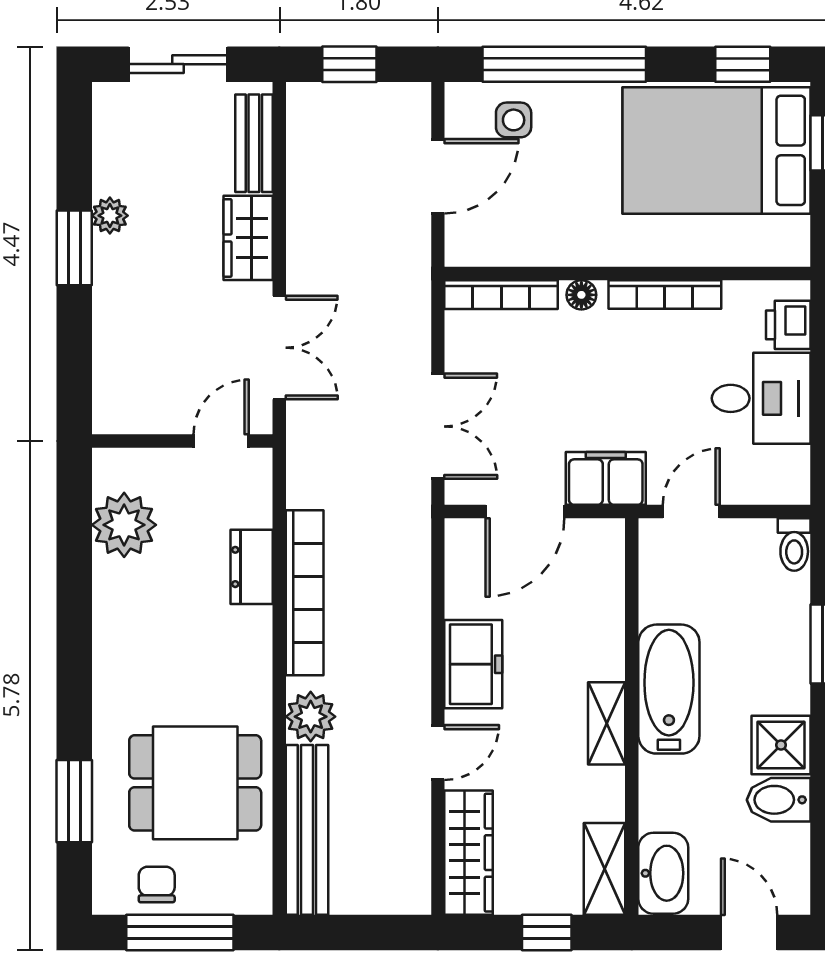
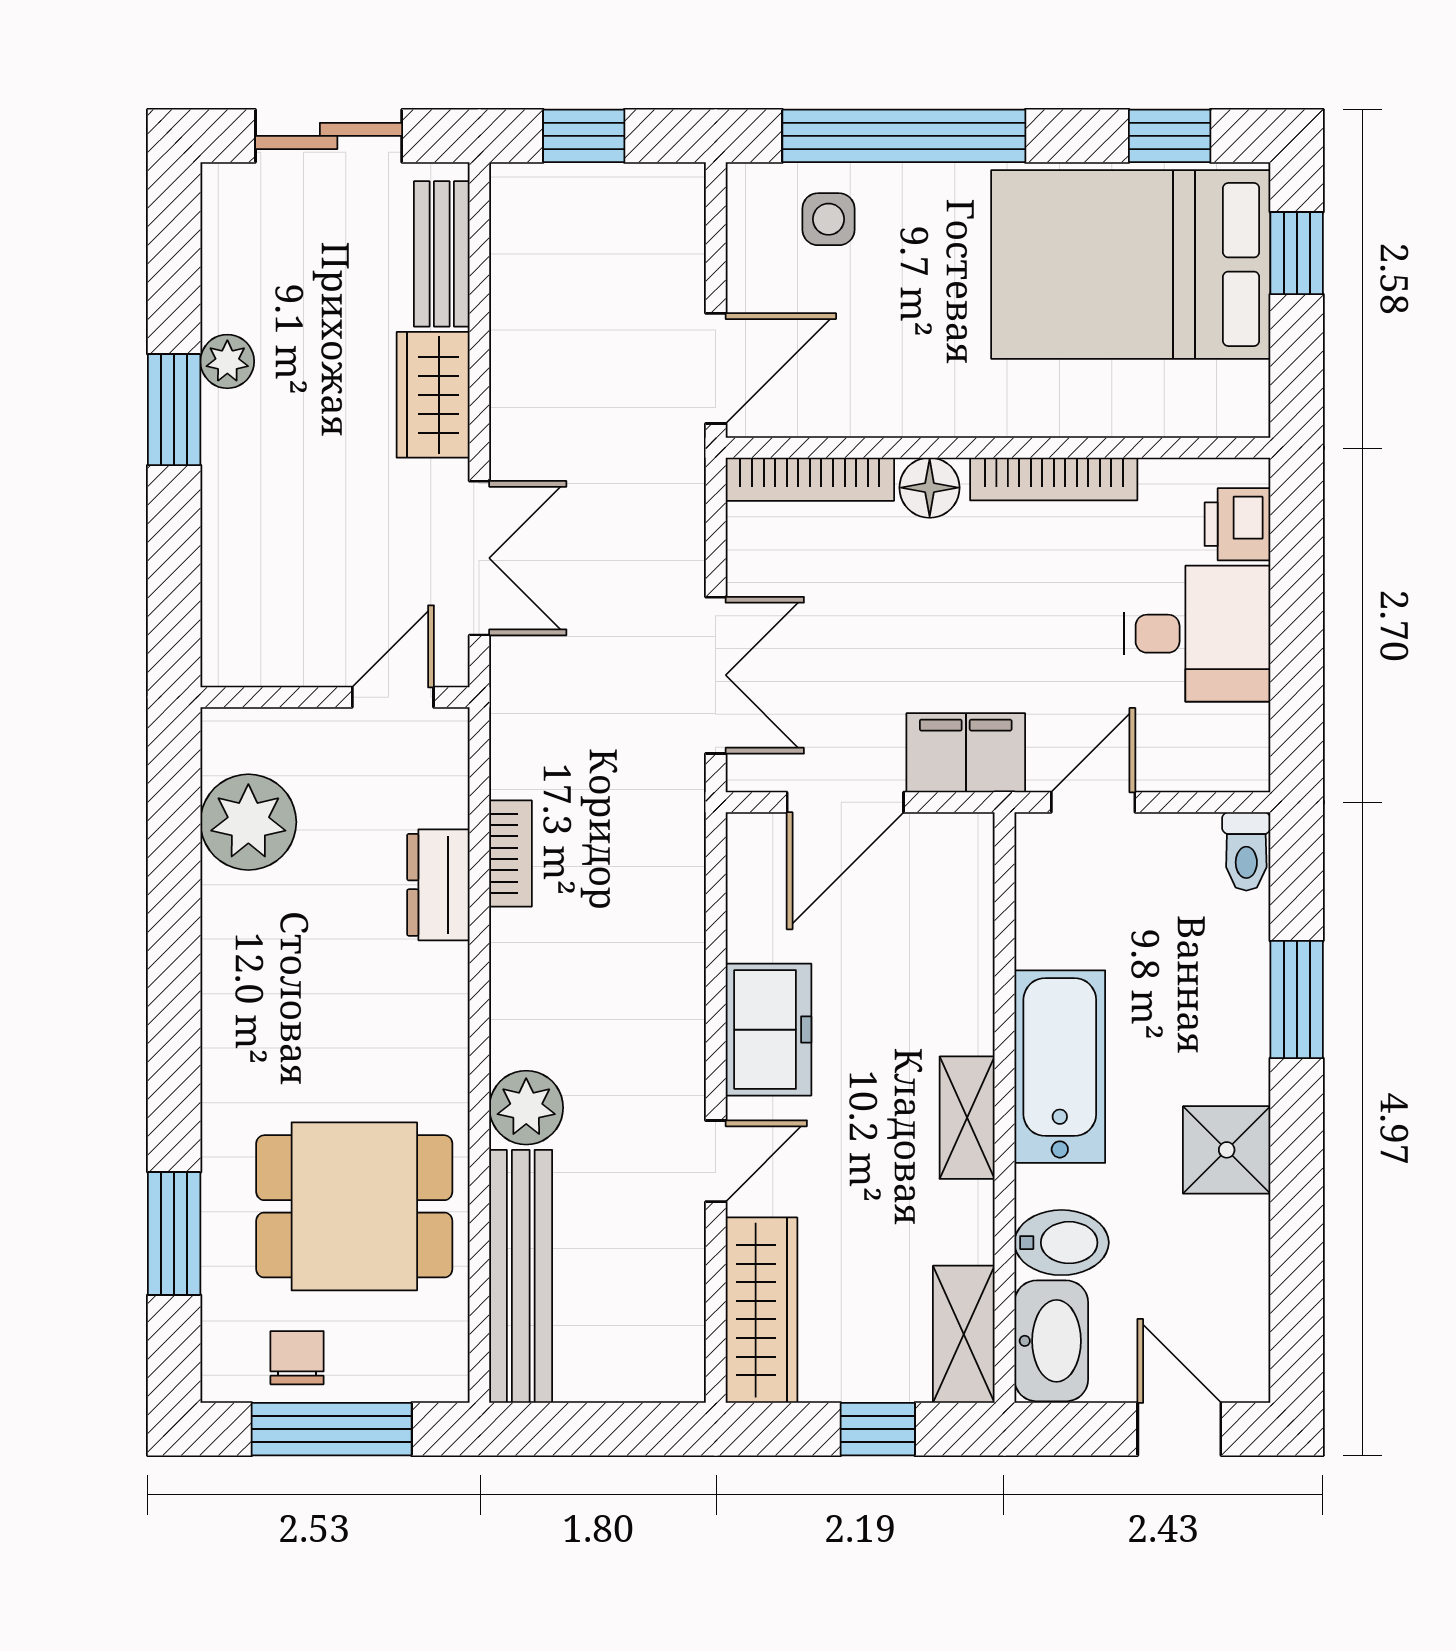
door: (438, 176) -> (716, 368), moved
floor lamp: (581, 295) -> (930, 488), width x1.37, depth x1.37
bookcase: (305, 593) -> (511, 853), width x0.43, depth x0.76
bidet: (779, 800) -> (1062, 1243), moved, turned 180

